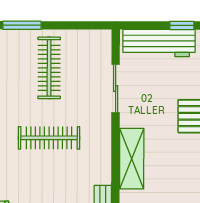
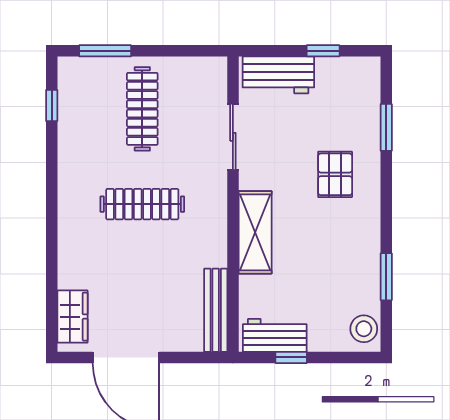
workbench: (159, 43) -> (278, 75), width x0.73

